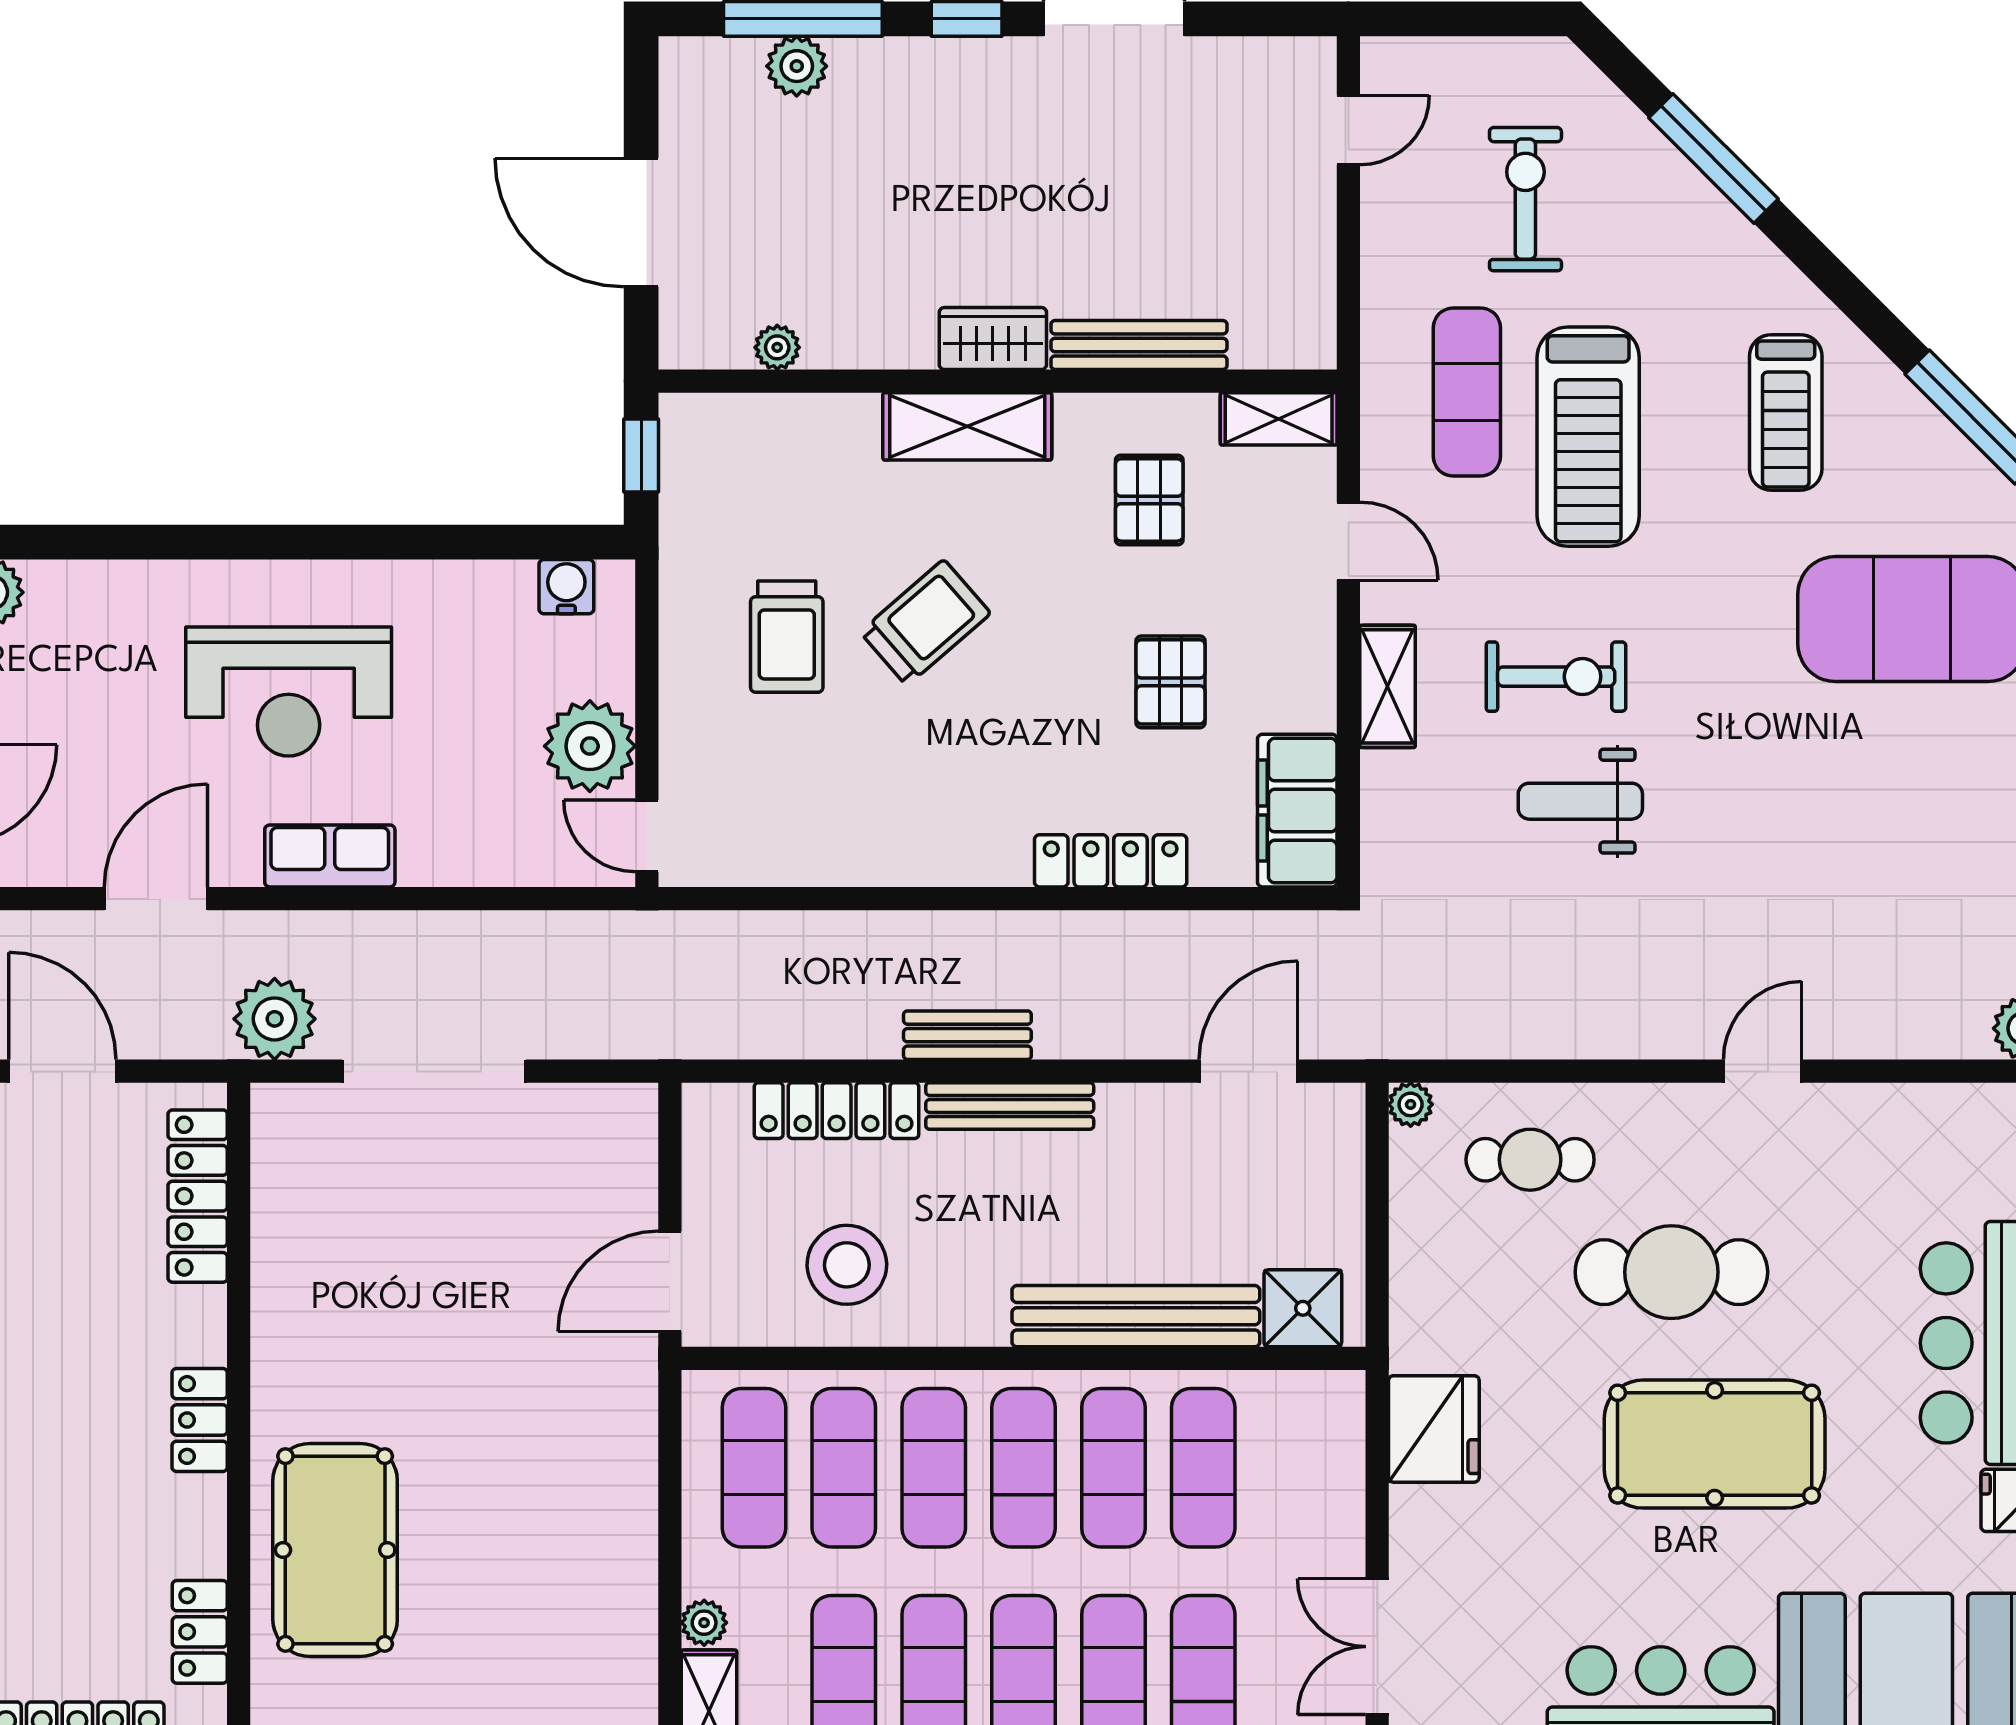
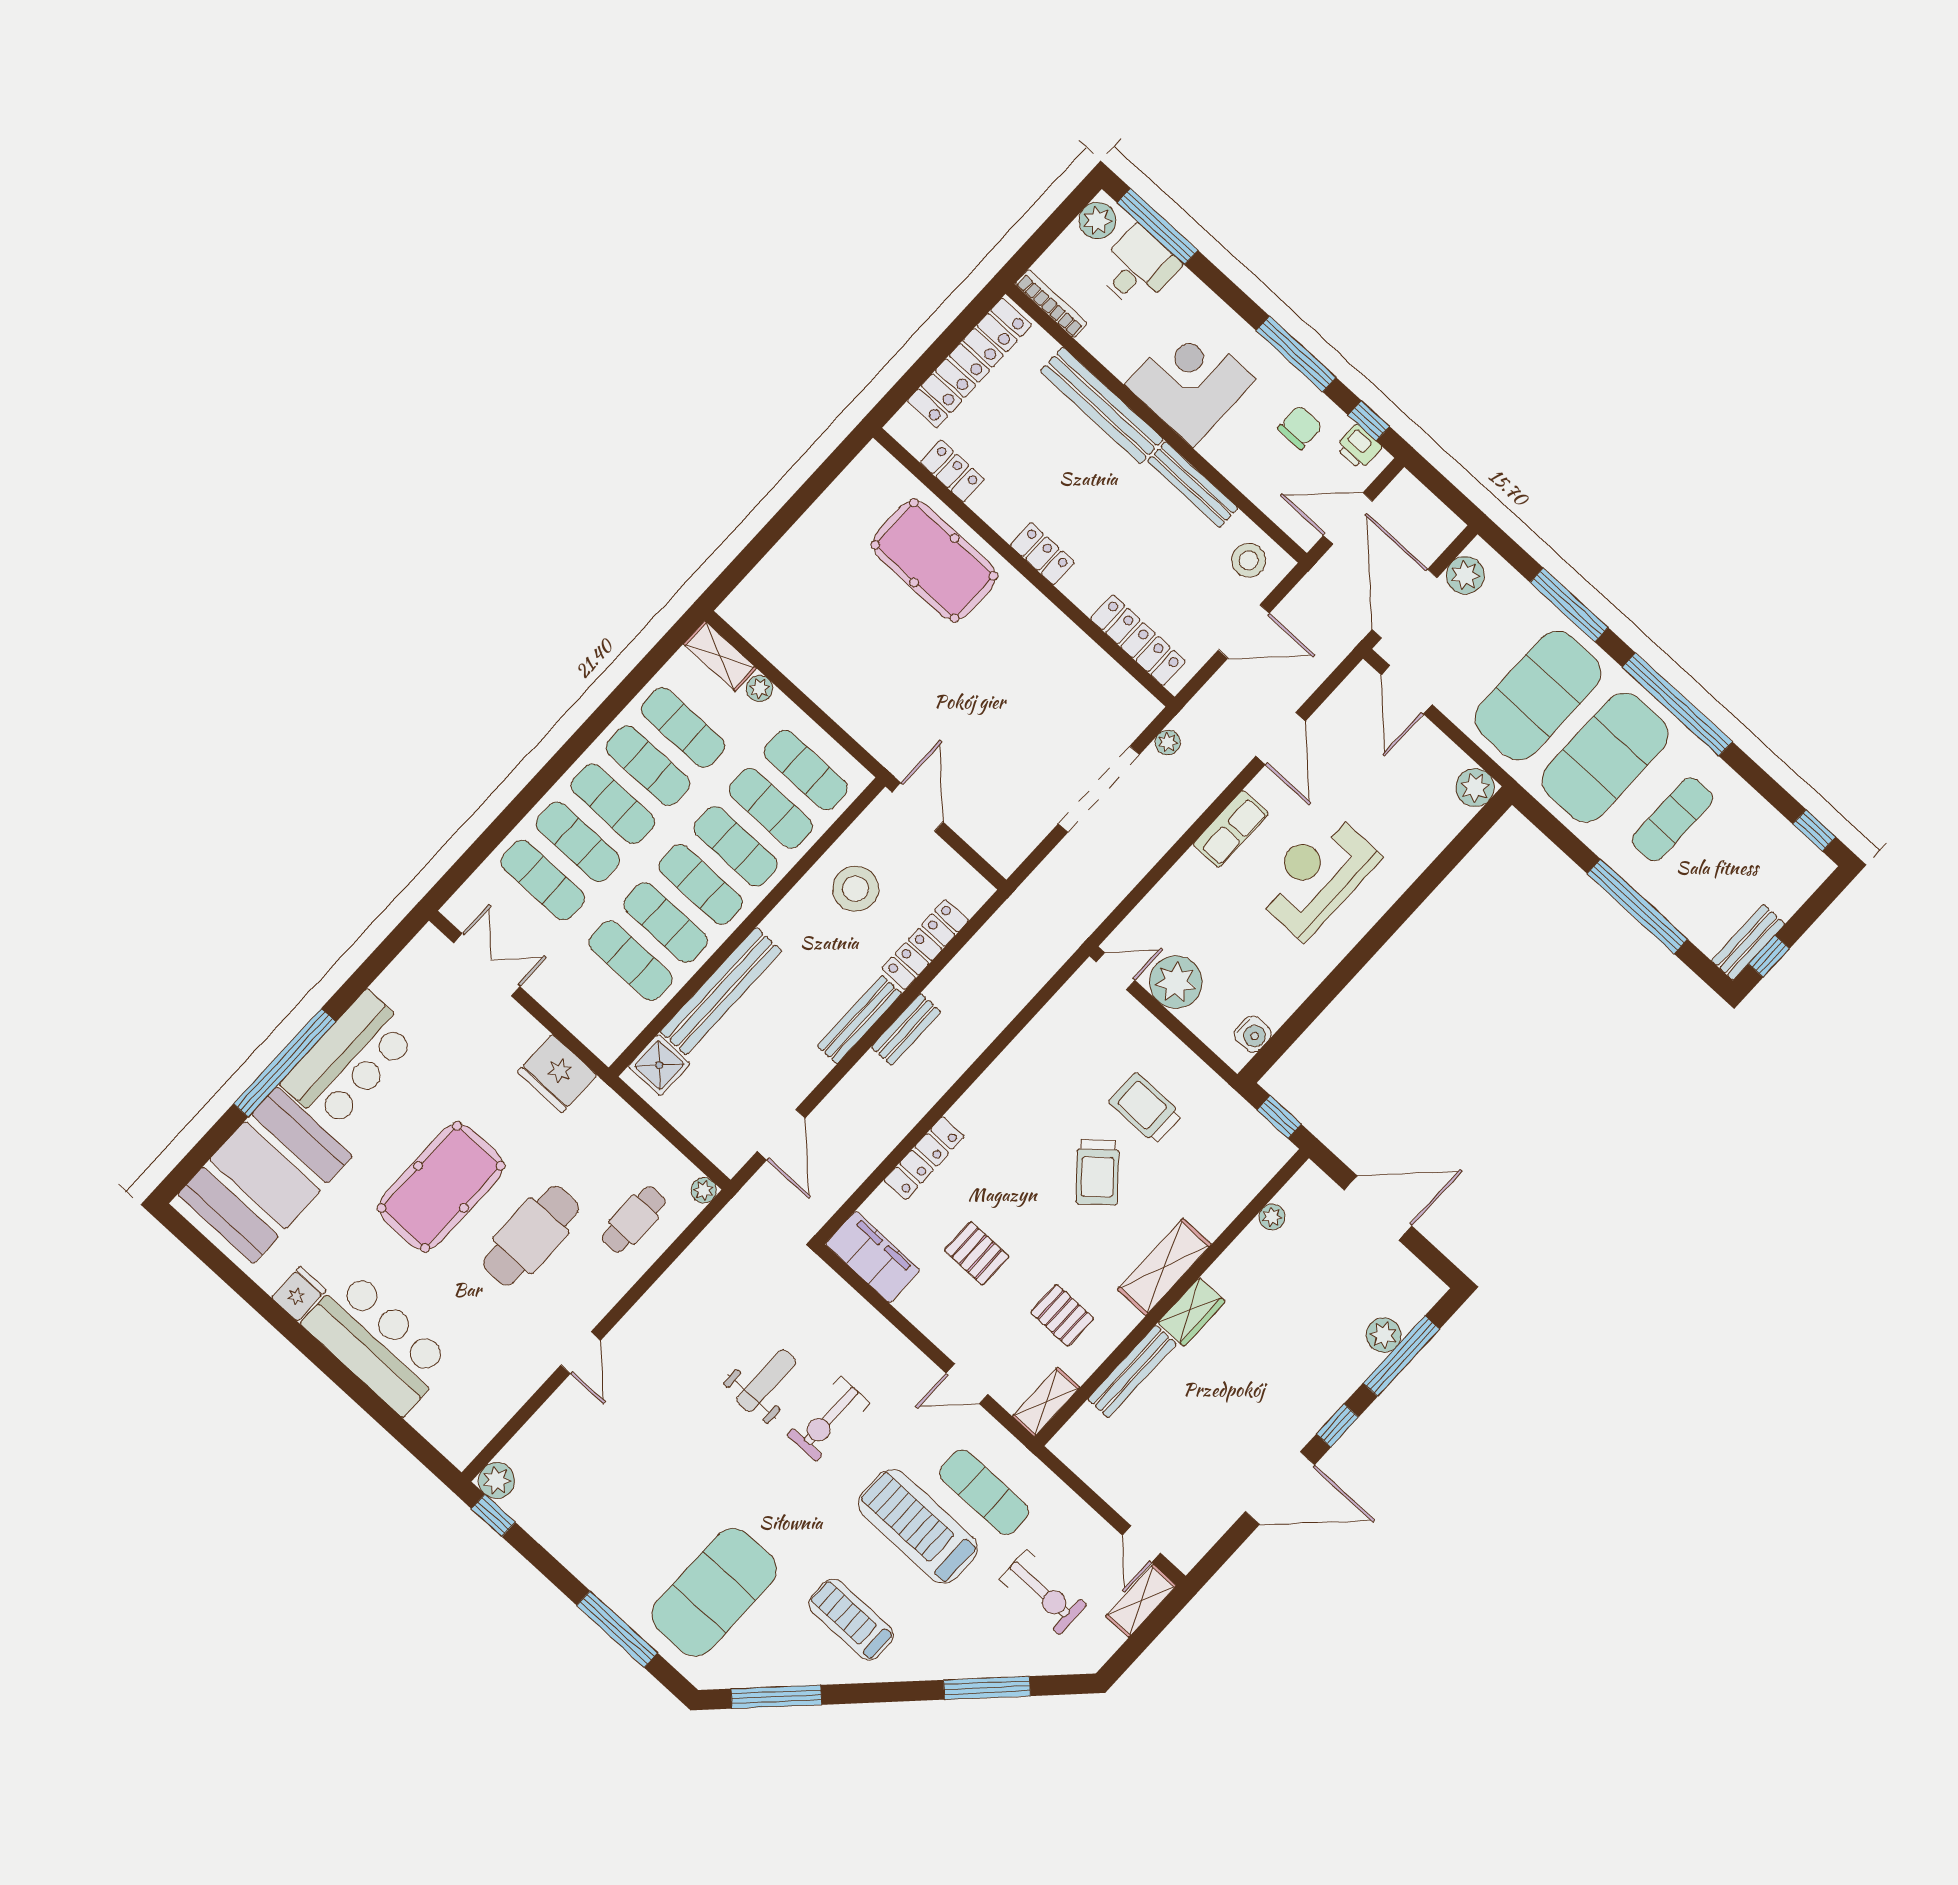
shelving: (1387, 686) -> (1141, 1601), moved, turned 90
plant: (275, 1019) -> (1168, 742), width x0.53, depth x0.53

